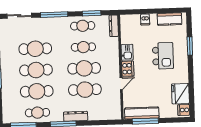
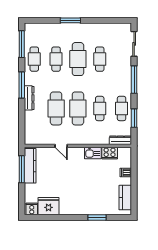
cafe table: (35, 49) -> (100, 59), width x0.73, depth x0.74
kitchen island: (163, 56) -> (88, 189), removed
cooker: (128, 69) -> (110, 153), moved
cafe table: (37, 91) -> (56, 59), width x0.73, depth x0.74

